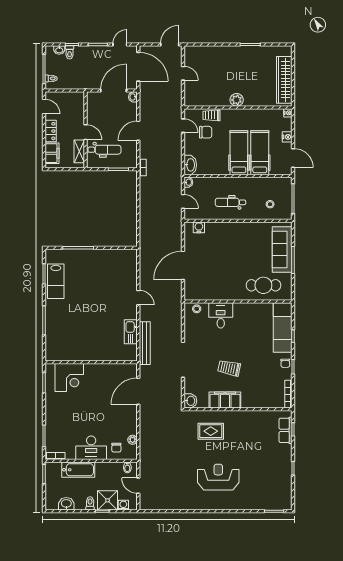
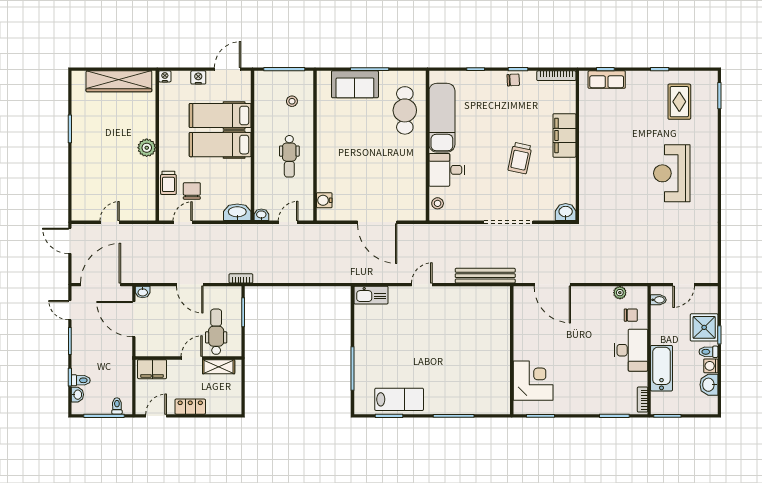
filing cabinet: (52, 153) -> (152, 369), moved, turned 180
sofa: (282, 249) -> (355, 84), width x0.73
exam couch: (283, 327) -> (442, 118), moved, turned -90
kitchen sink: (131, 332) -> (371, 295), moved
filing cabinet: (225, 400) -> (564, 135), moved
rug: (211, 431) -> (679, 102), moved
washing machine: (123, 505) -> (711, 366), moved

